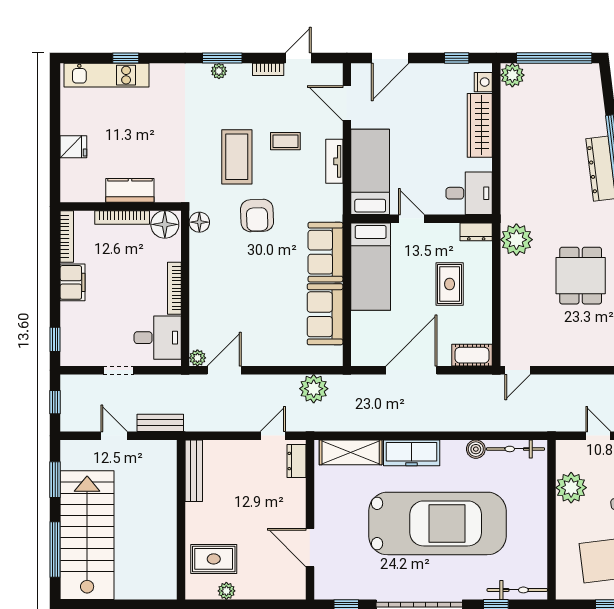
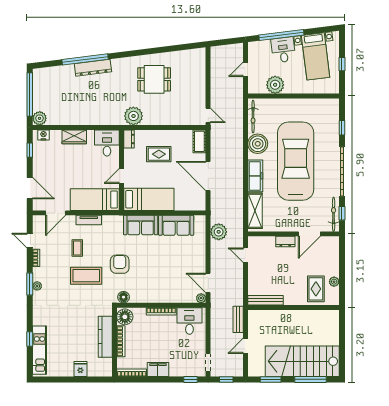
wardrobe: (480, 125) -> (74, 137), width x0.67
kitchen counter: (130, 190) -> (105, 337), width x1.50
armchair: (257, 216) -> (120, 264), turned -88
doorway: (118, 370) -> (208, 362), moved
boiler: (476, 449) -> (258, 144), width x1.86, depth x1.86
dresser: (297, 461) -> (285, 242), moved
bicycle: (517, 590) -> (334, 214), moved

